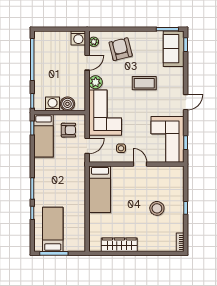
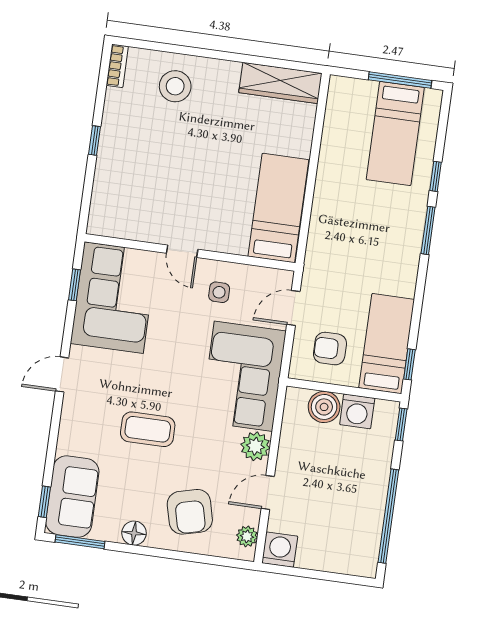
floor lamp: (144, 36) -> (134, 533), added
stool: (157, 208) -> (175, 86), moved
wardrobe: (119, 245) -> (280, 83), moved

